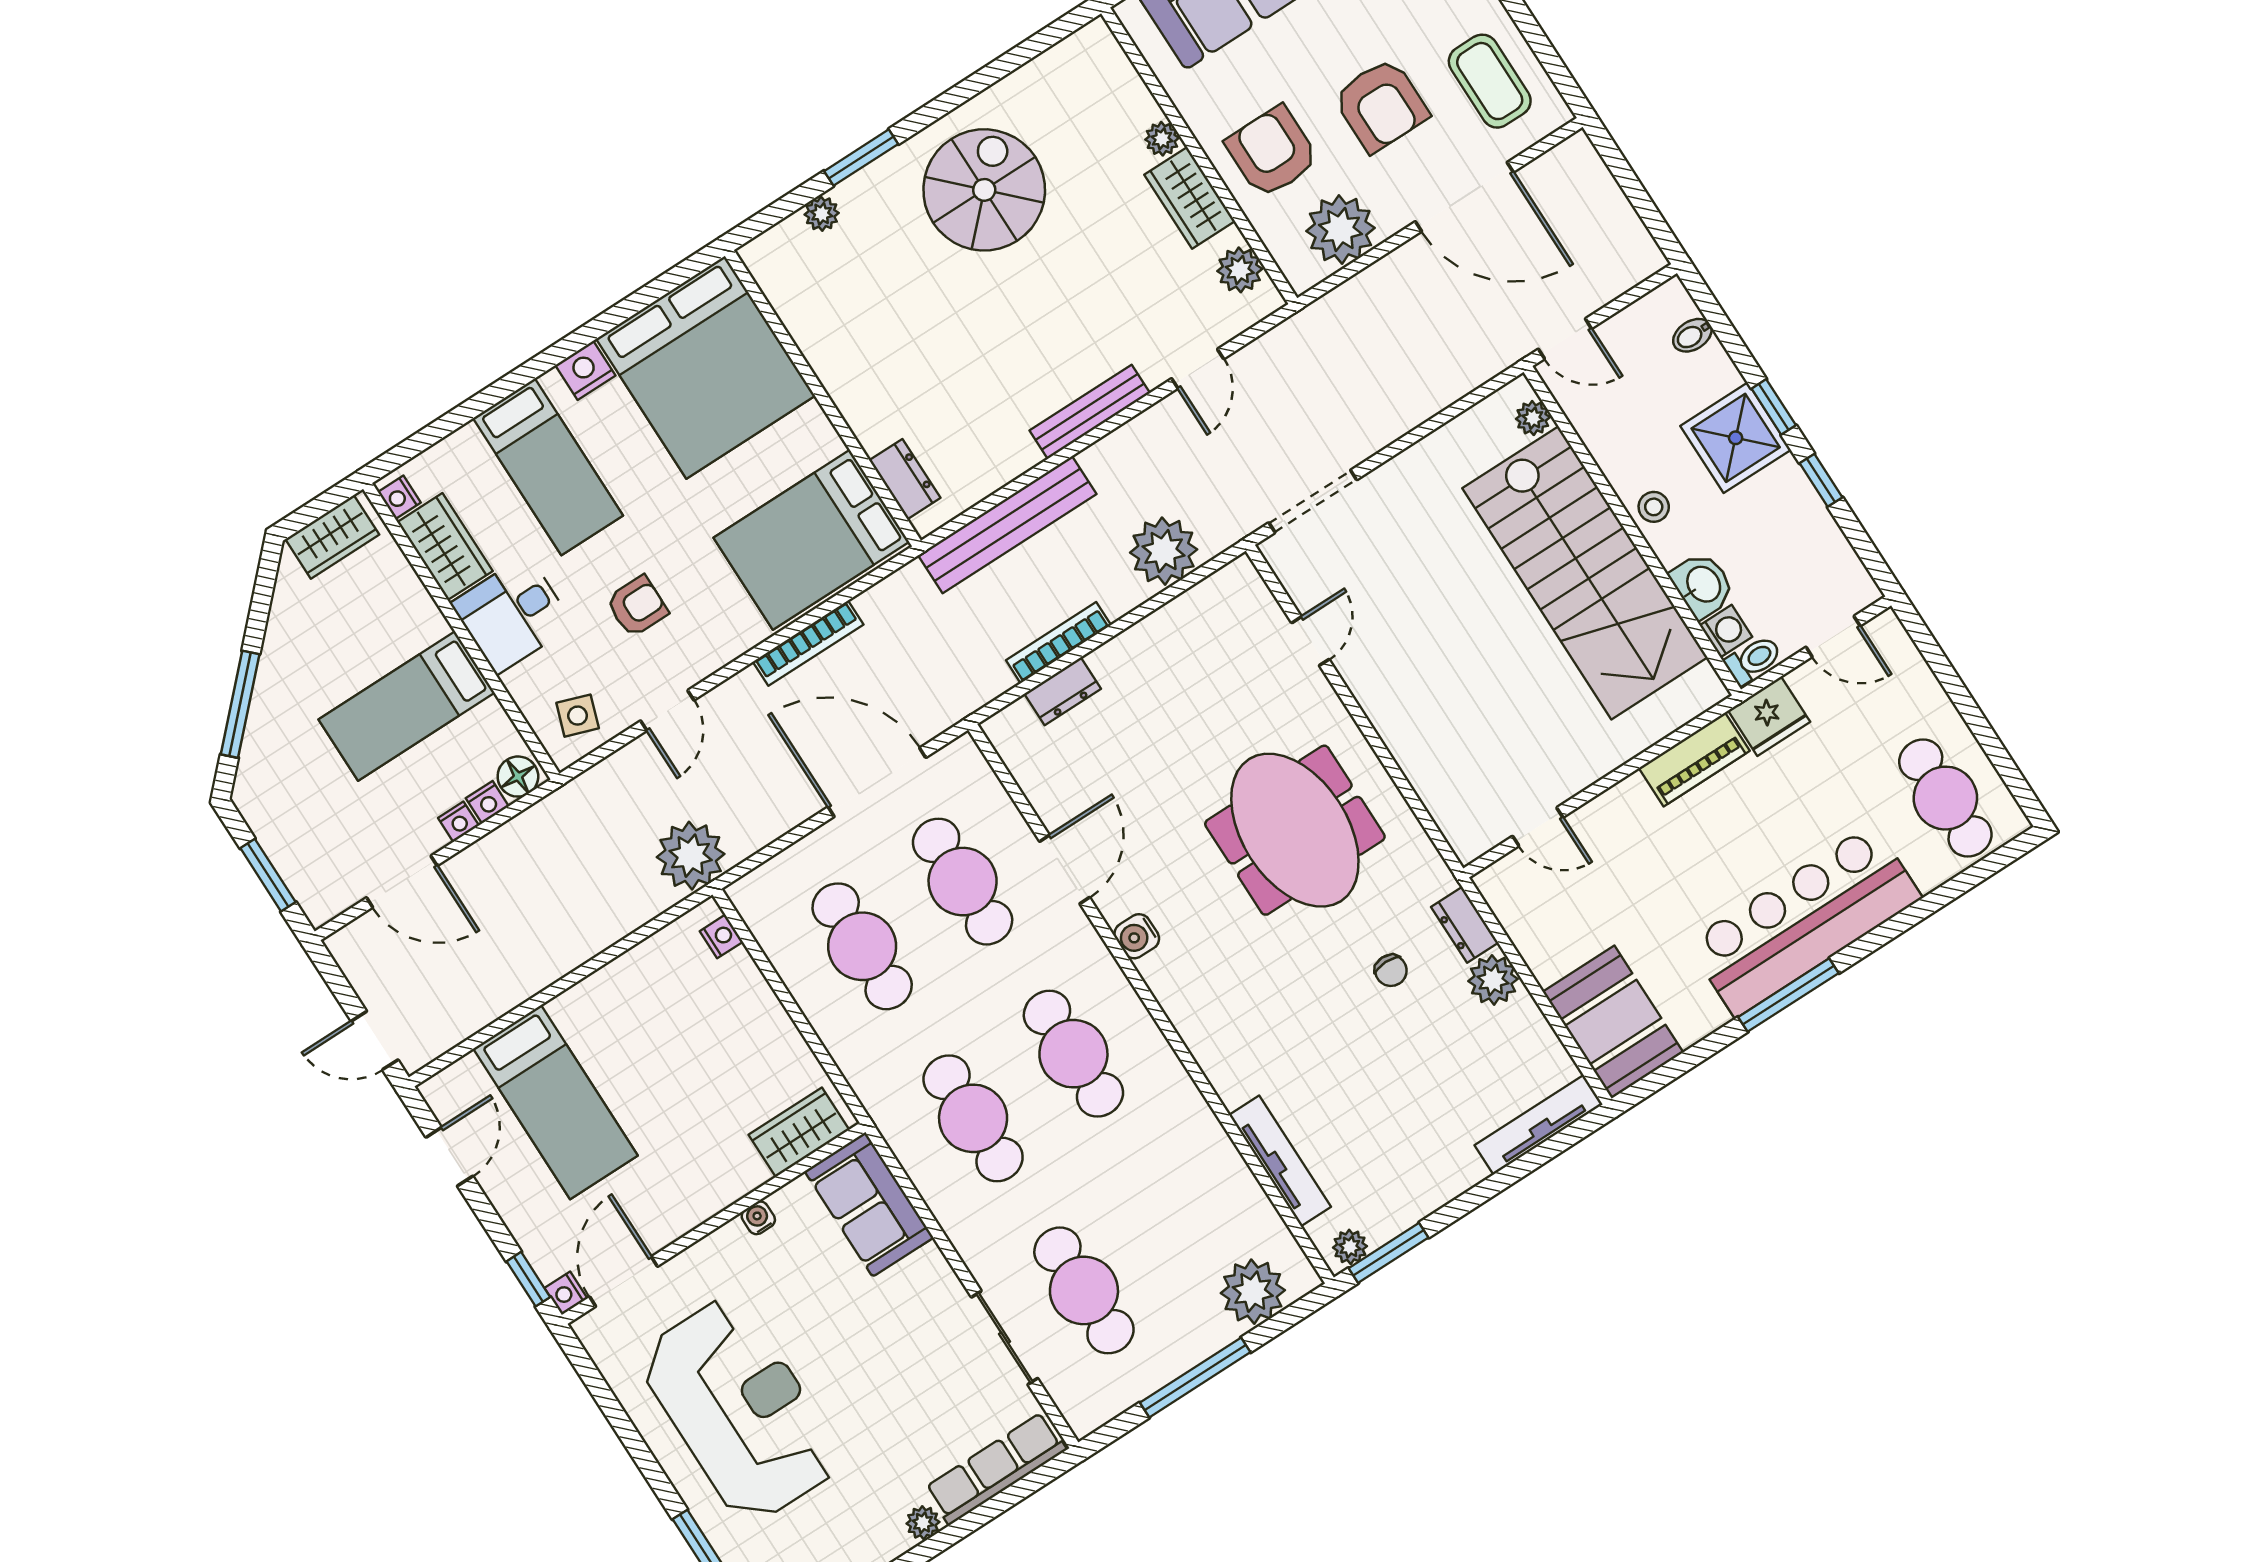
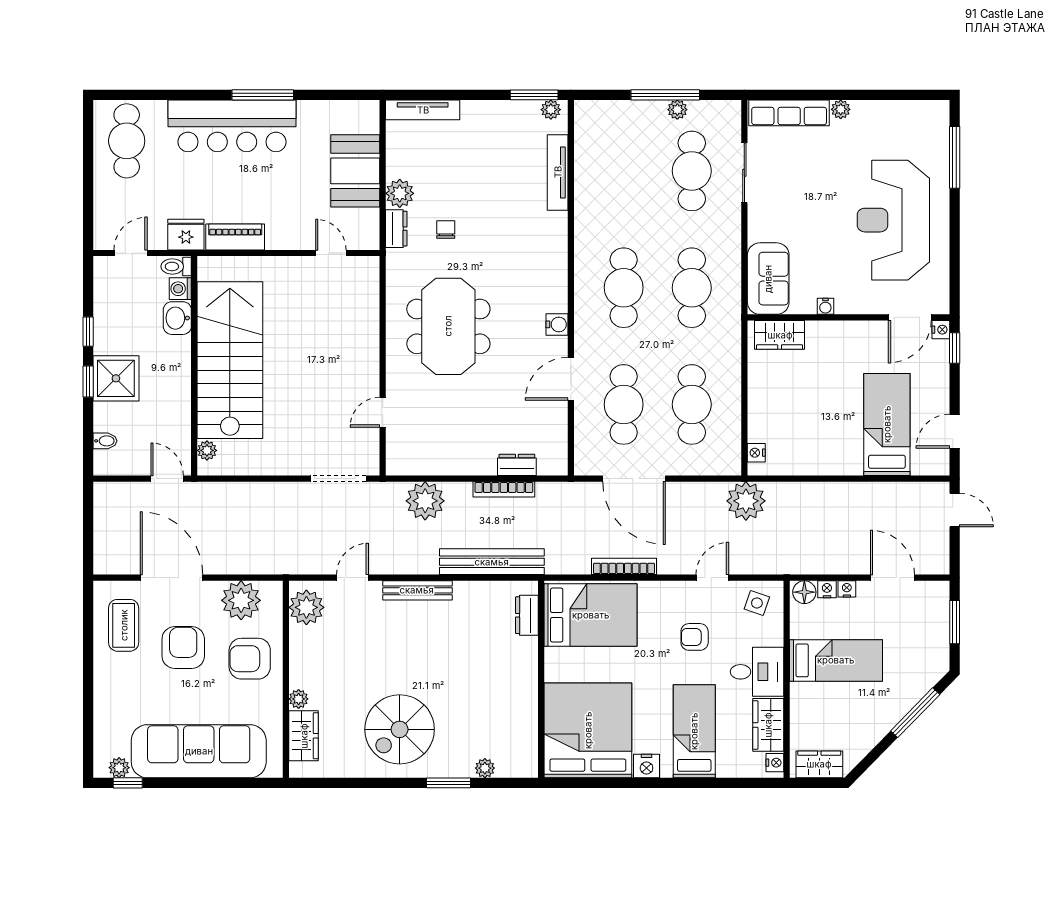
armchair: (1272, 152) -> (250, 659), turned 90
wardrobe: (1190, 198) -> (304, 736), moved
plant: (1240, 270) -> (306, 607), width x1.36, depth x1.36
stool: (1654, 507) -> (177, 371), removed
door: (1833, 636) -> (131, 253), hinge flipped
booth: (1613, 1022) -> (355, 171), moved
plant: (1253, 1292) -> (677, 110), moved, width x0.53, depth x0.53

